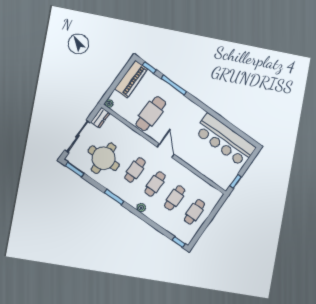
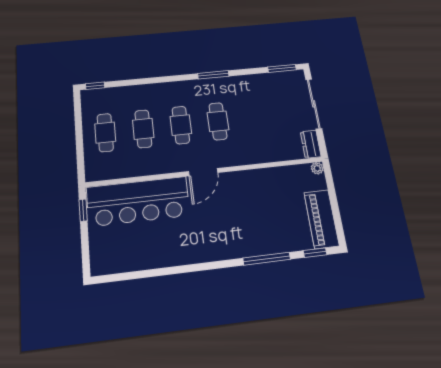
cafe table: (151, 114) -> (261, 199), removed
bar counter: (225, 140) -> (138, 201), moved, turned 180
door: (166, 151) -> (203, 172), hinge flipped
round table: (104, 158) -> (264, 105), removed
plant: (141, 208) -> (173, 88), removed

